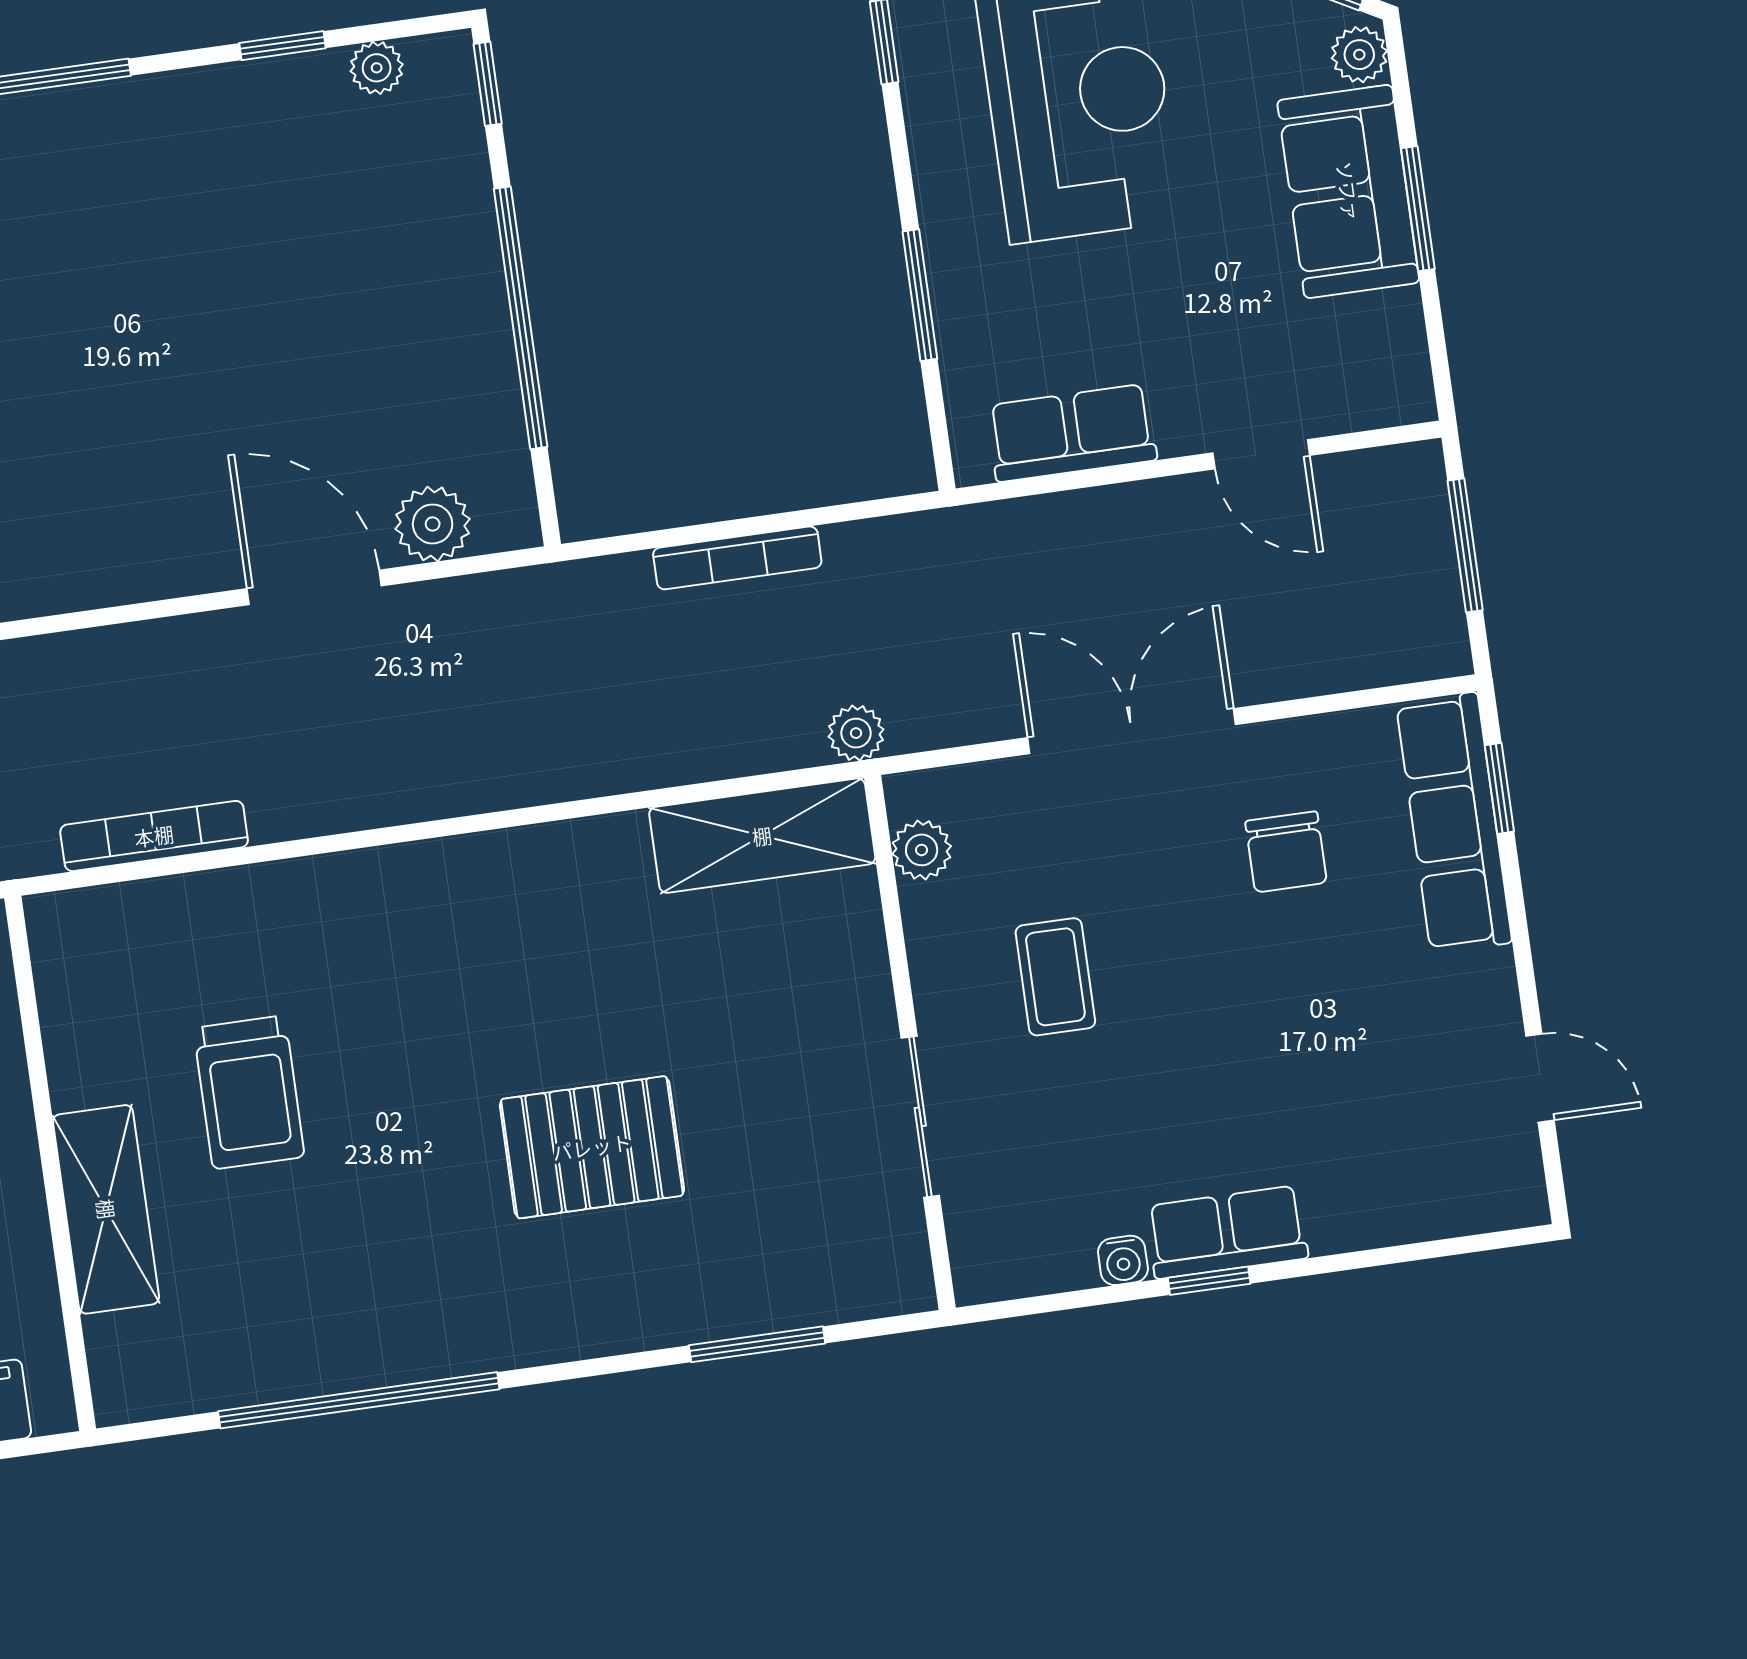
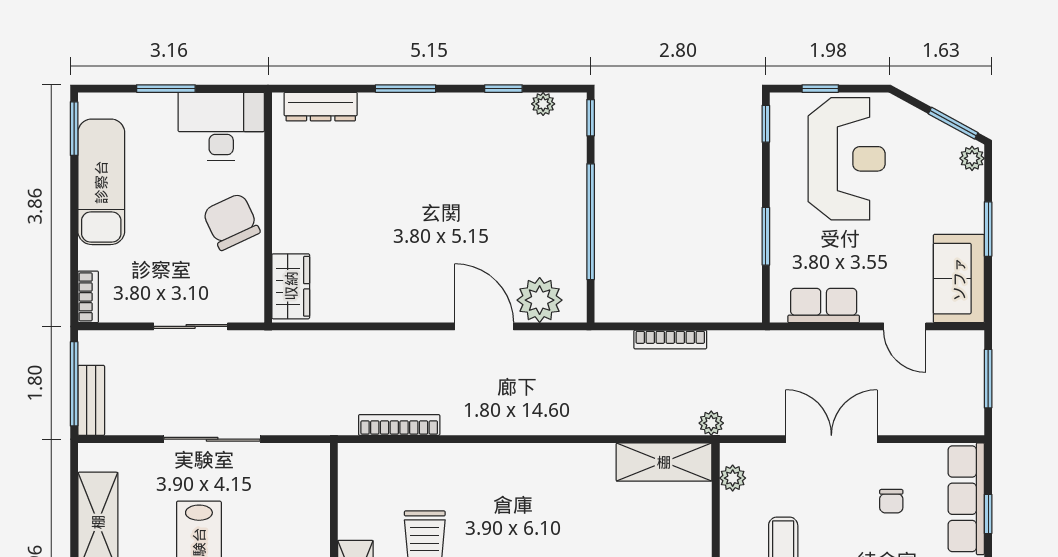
sofa: (1348, 191) -> (959, 279), moved
plant: (433, 524) -> (540, 300), width x1.36, depth x1.36
window: (1499, 788) -> (988, 514), moved
chair: (1286, 852) -> (891, 501), width x0.73, depth x0.73

